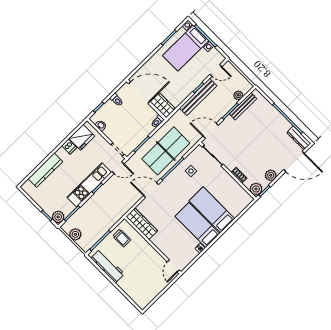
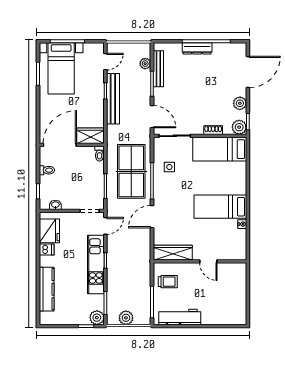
door: (211, 131) -> (152, 117), swing flipped
dresser: (299, 138) -> (197, 48), moved
bed: (212, 210) -> (220, 149), moved
door: (173, 266) -> (208, 261), moved

